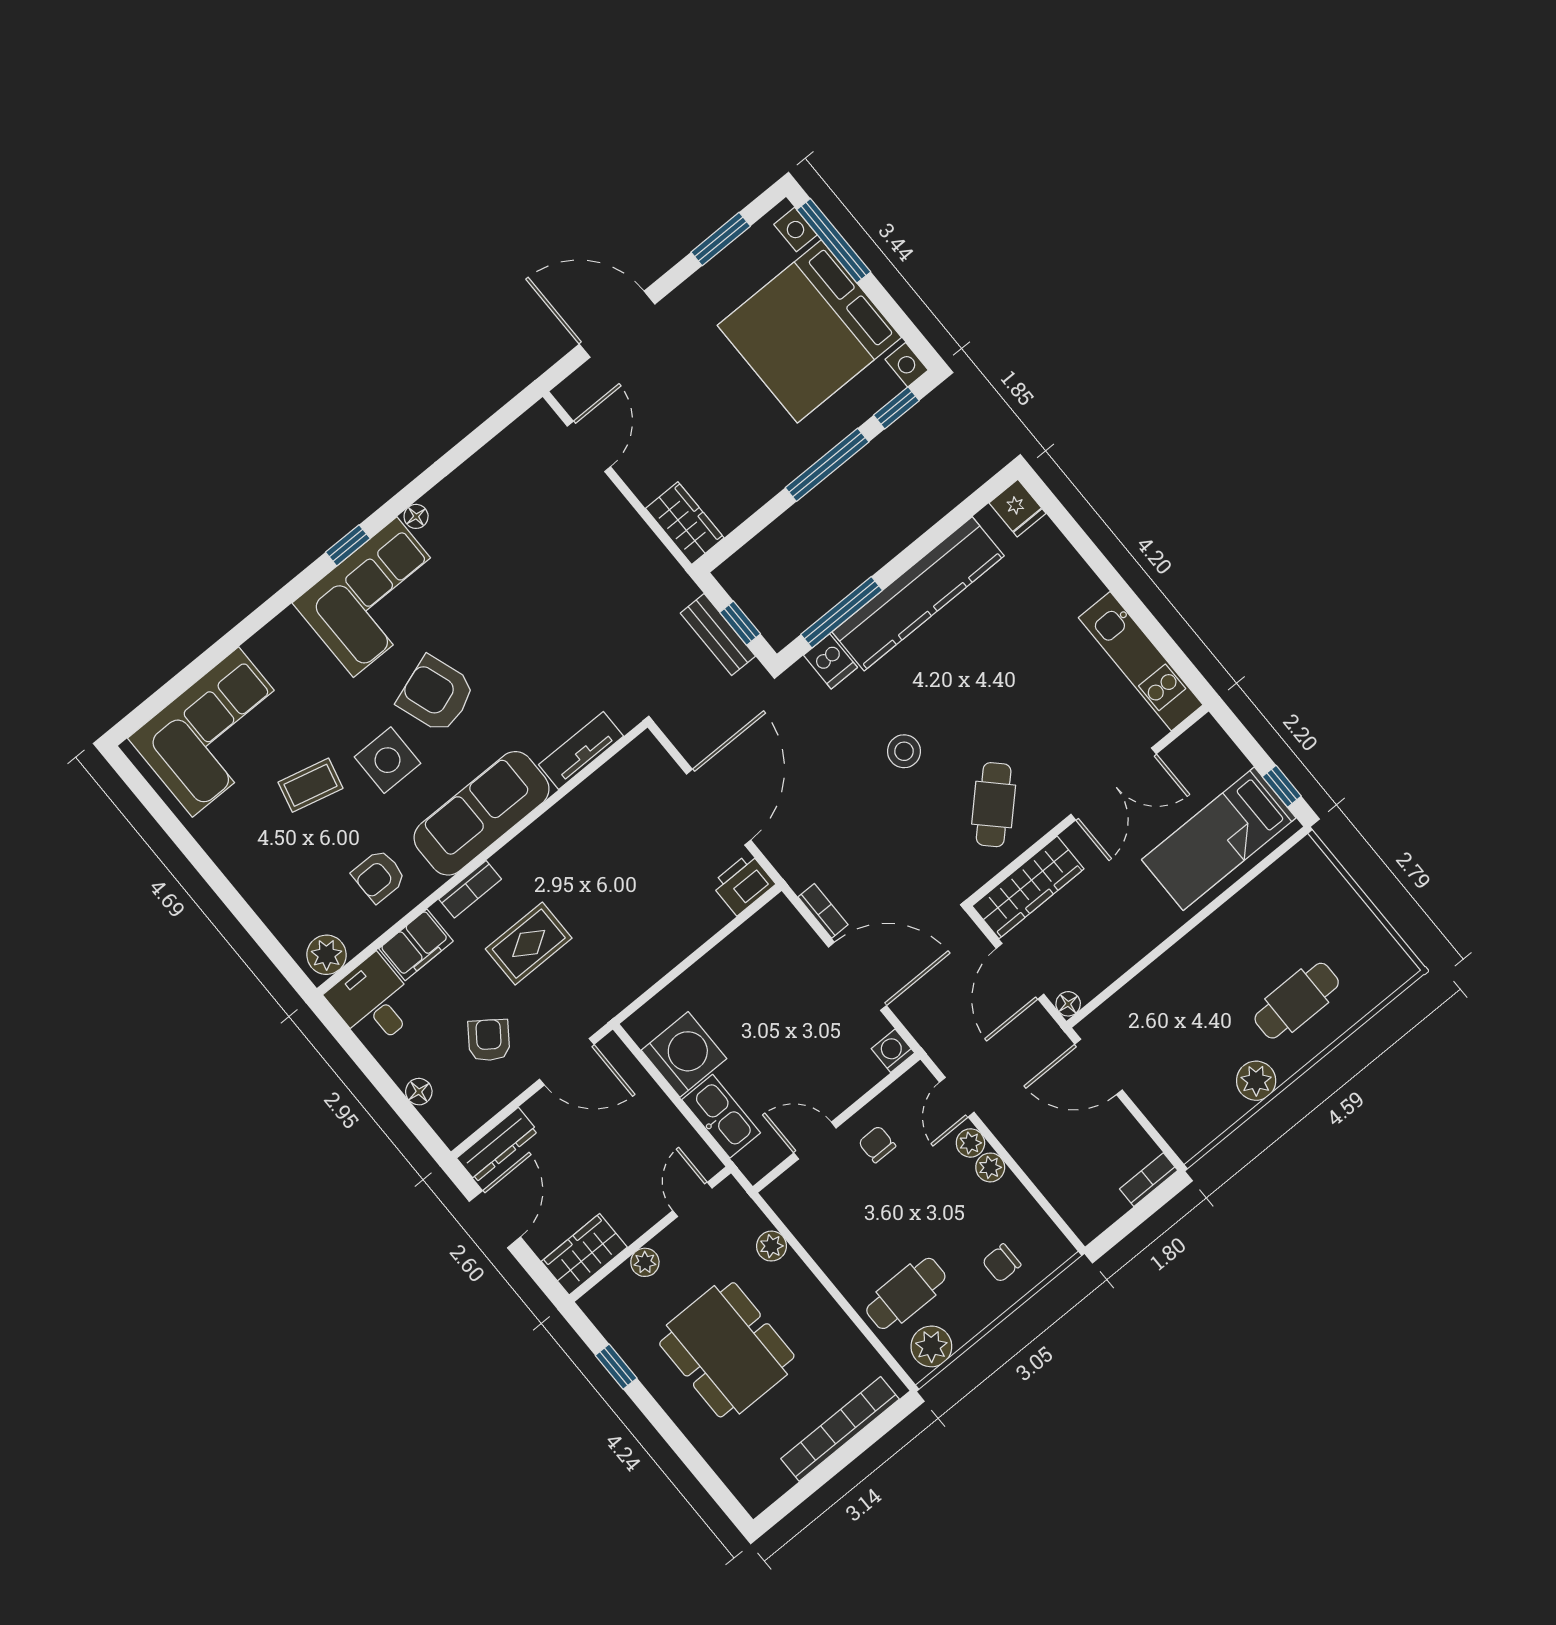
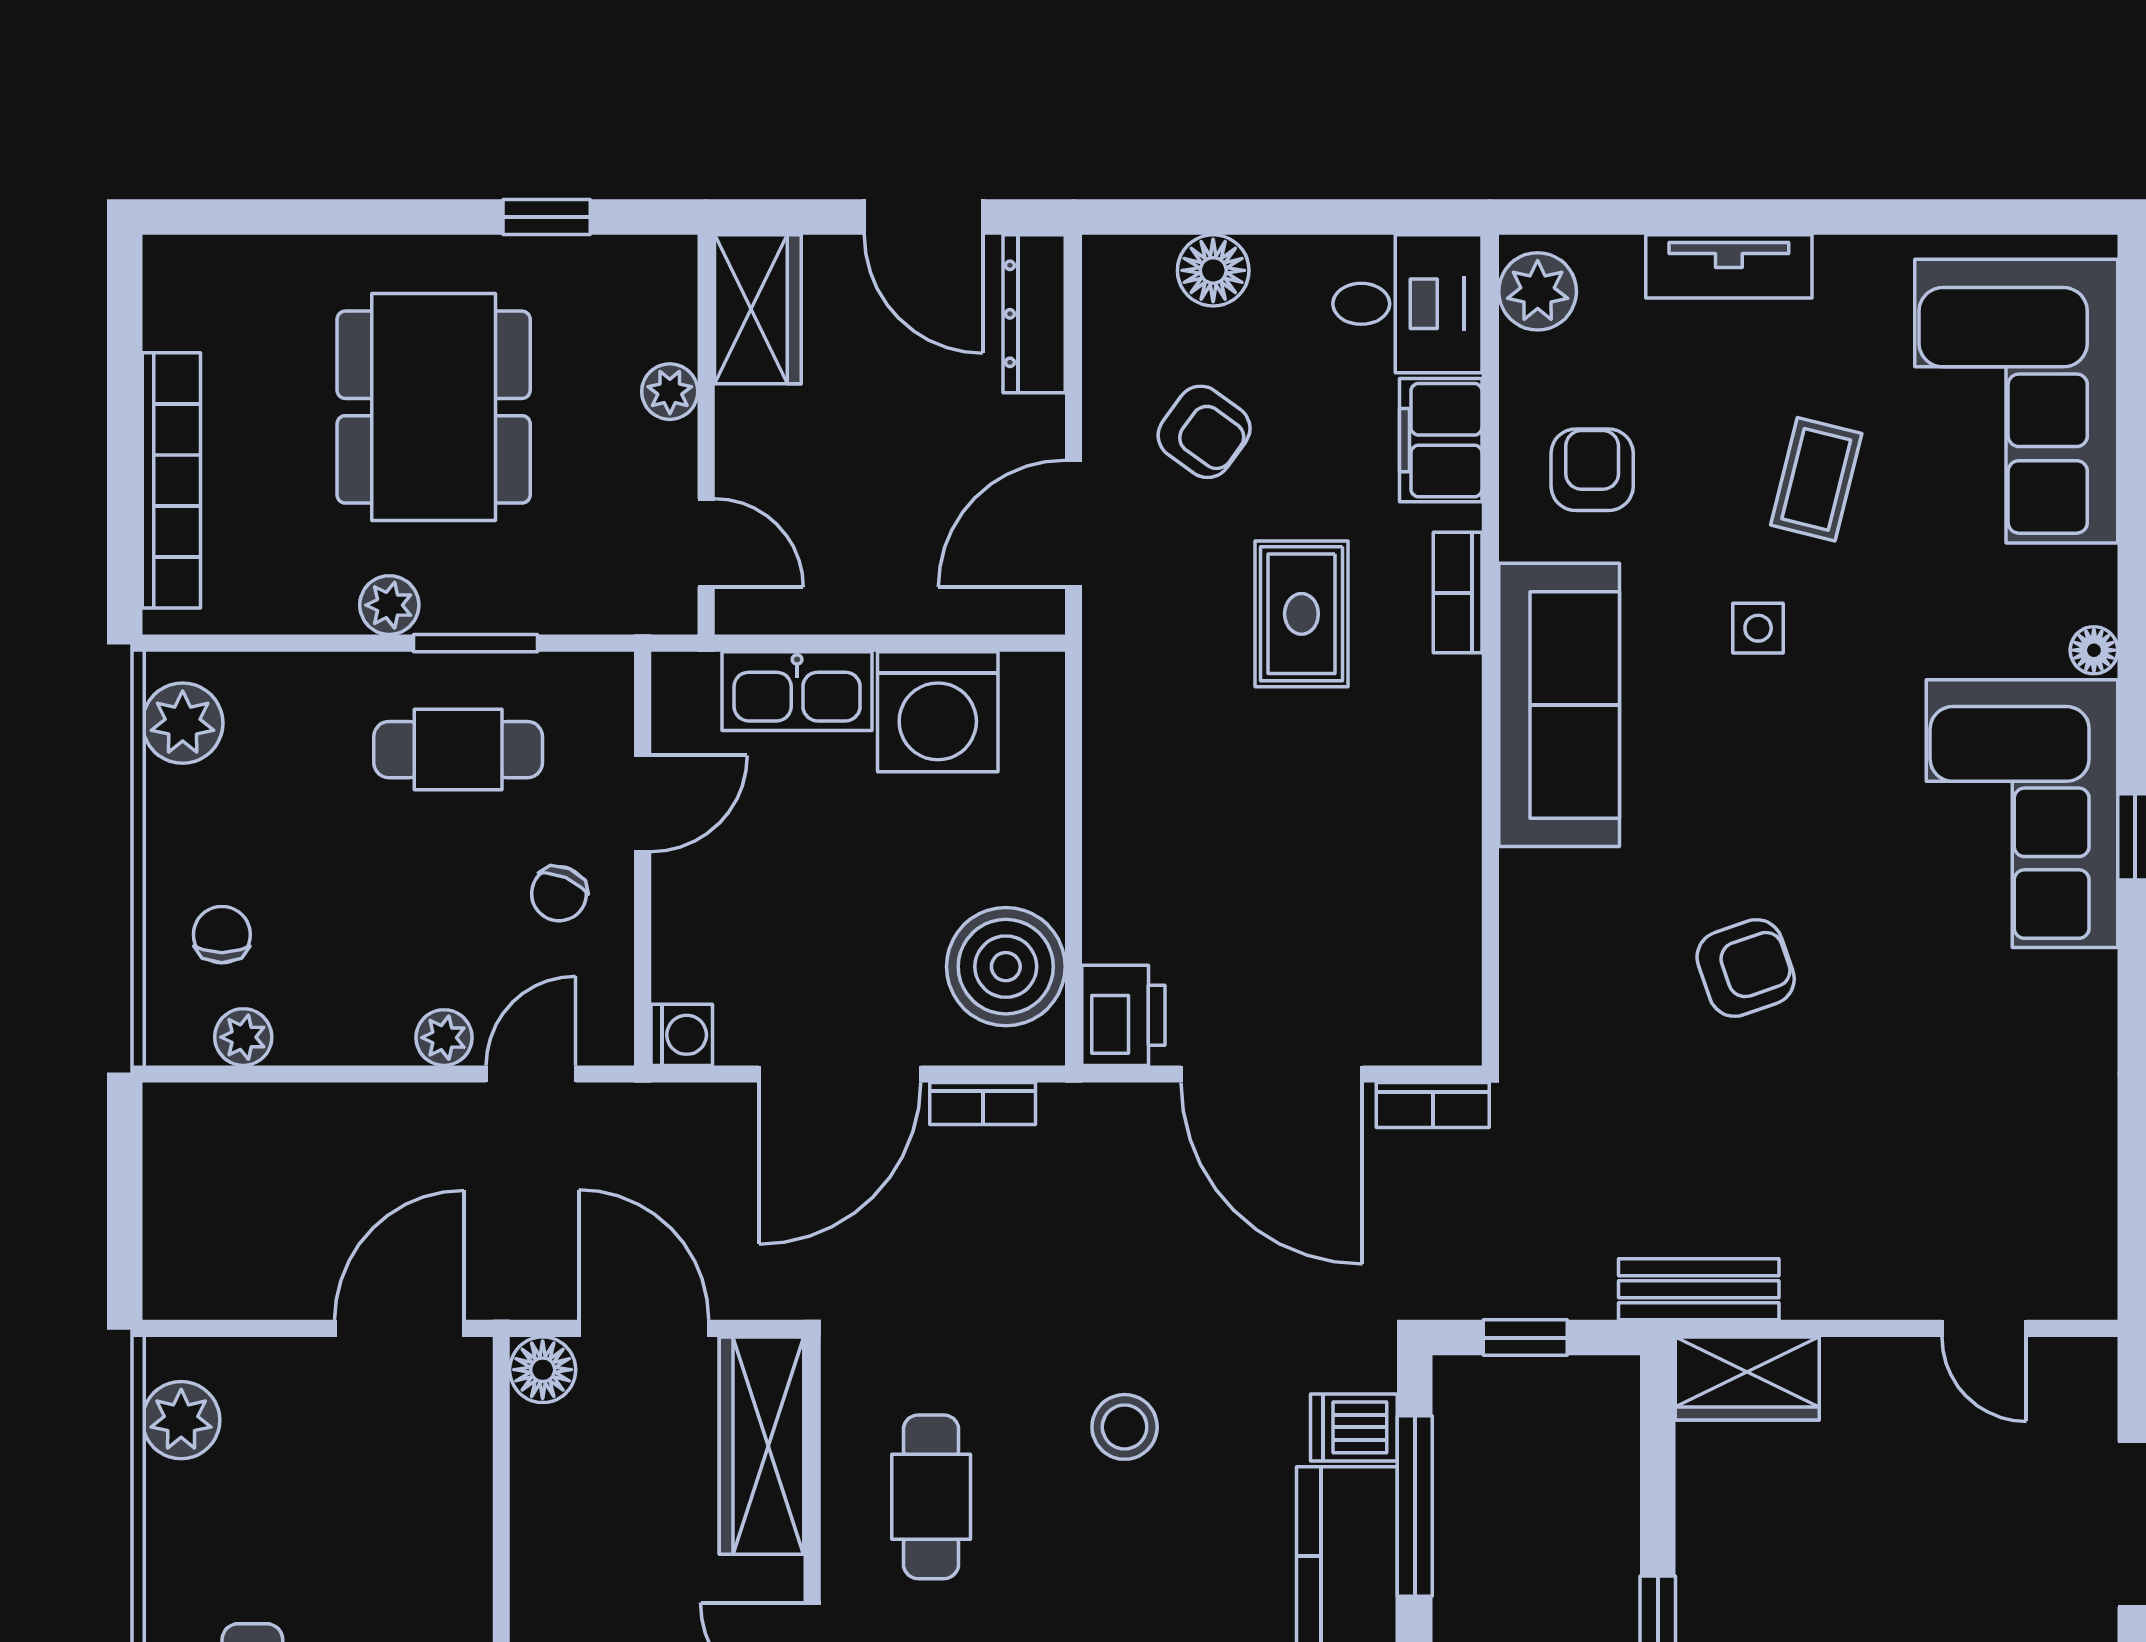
door: (589, 446) -> (1984, 1328), width x0.73
floor lamp: (416, 516) -> (2094, 650), moved
bench: (718, 635) -> (1699, 1289), moved
armchair: (436, 694) -> (1746, 968), moved, width x0.72, depth x0.72
tv unit: (581, 750) -> (1729, 266), moved, turned 90
side table: (387, 760) -> (1758, 628), width x0.54, depth x0.54
cafe table: (994, 805) -> (931, 1497), turned 45
boiler: (762, 946) -> (1006, 967), added
floor lamp: (1068, 1004) -> (543, 1370), width x1.37, depth x1.37
plant: (1256, 1081) -> (181, 1420), moved
floor lamp: (419, 1092) -> (1213, 270), width x1.37, depth x1.37
door: (957, 1097) -> (531, 1074), hinge flipped
chair: (877, 1144) -> (559, 894), turned 113
plant: (990, 1167) -> (243, 1037), moved
bookcase: (1149, 1180) -> (1433, 1105), moved, turned 90
plant: (772, 1246) -> (389, 605), moved
window: (806, 1258) -> (476, 643), added
cafe table: (906, 1293) -> (458, 750), moved, turned 90
dining table: (727, 1350) -> (434, 407), turned 90

